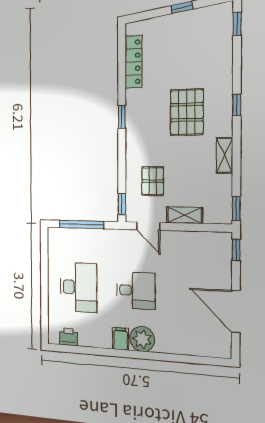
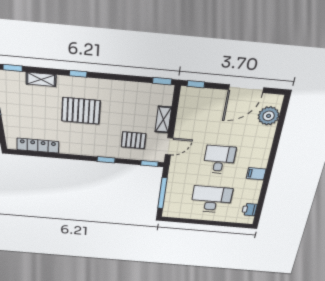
window: (122, 117) -> (106, 160), moved
shelving: (225, 155) -> (41, 79), moved
plant: (142, 339) -> (269, 116), moved

